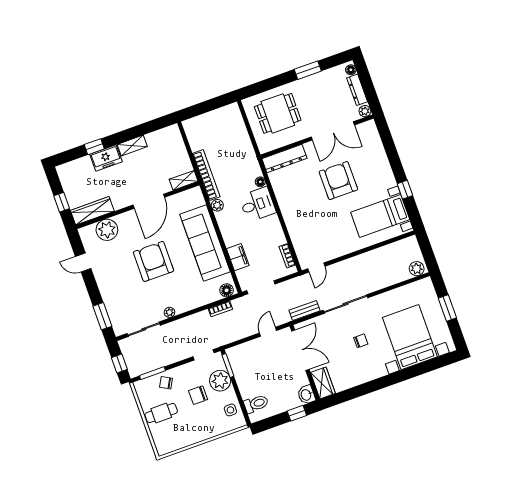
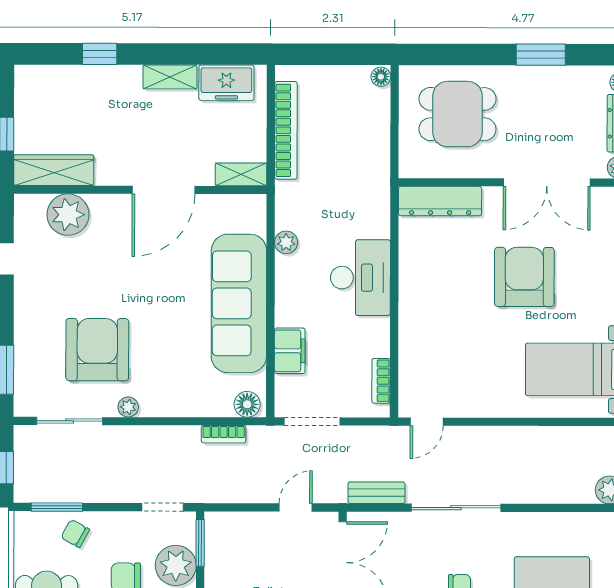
freezer: (106, 158) -> (226, 83), moved
bookcase: (206, 175) -> (286, 130), moved
floor lamp: (260, 182) -> (381, 77), moved
desk: (257, 204) -> (360, 278), width x1.37
armchair: (154, 261) -> (97, 350), moved

